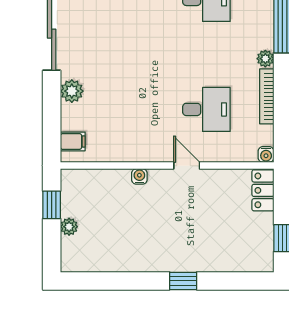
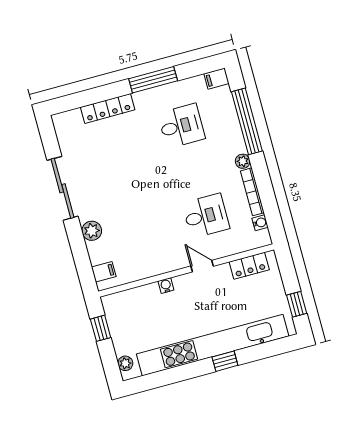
water cooler: (266, 154) -> (260, 223), moved, turned -90
locker: (263, 190) -> (249, 266), moved, turned -90
plant: (69, 227) -> (125, 363), moved
kitchen unit: (174, 259) -> (213, 345), added

